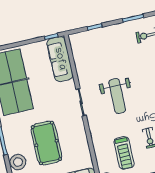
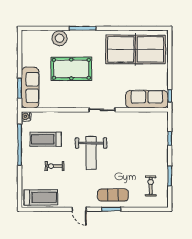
weight bench: (117, 96) -> (91, 153), moved, turned -90

